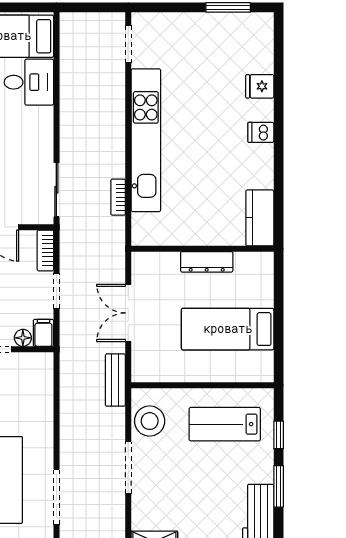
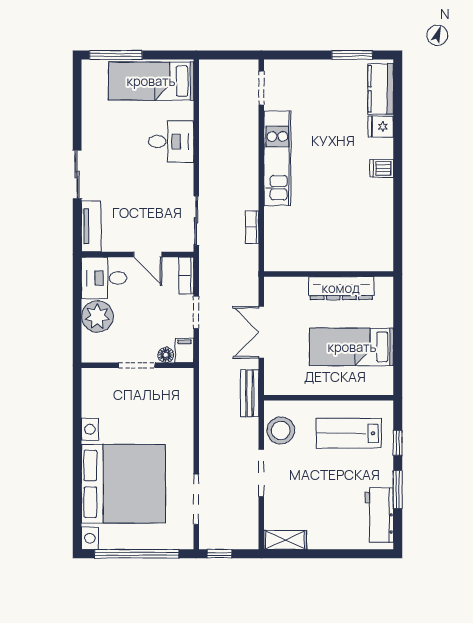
desk: (29, 82) -> (171, 142), moved
kitchen unit: (146, 140) -> (277, 158), width x0.73
kitchen counter: (260, 218) -> (381, 89), moved
dresser: (207, 262) -> (341, 288), width x1.37, depth x1.24

